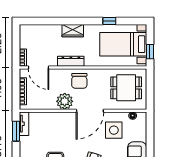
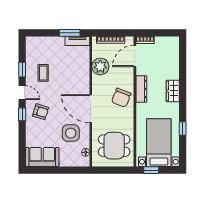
chair: (79, 81) -> (121, 98), turned -69
dining table: (126, 88) -> (114, 146), turned 90
plant: (65, 101) -> (100, 66), moved

